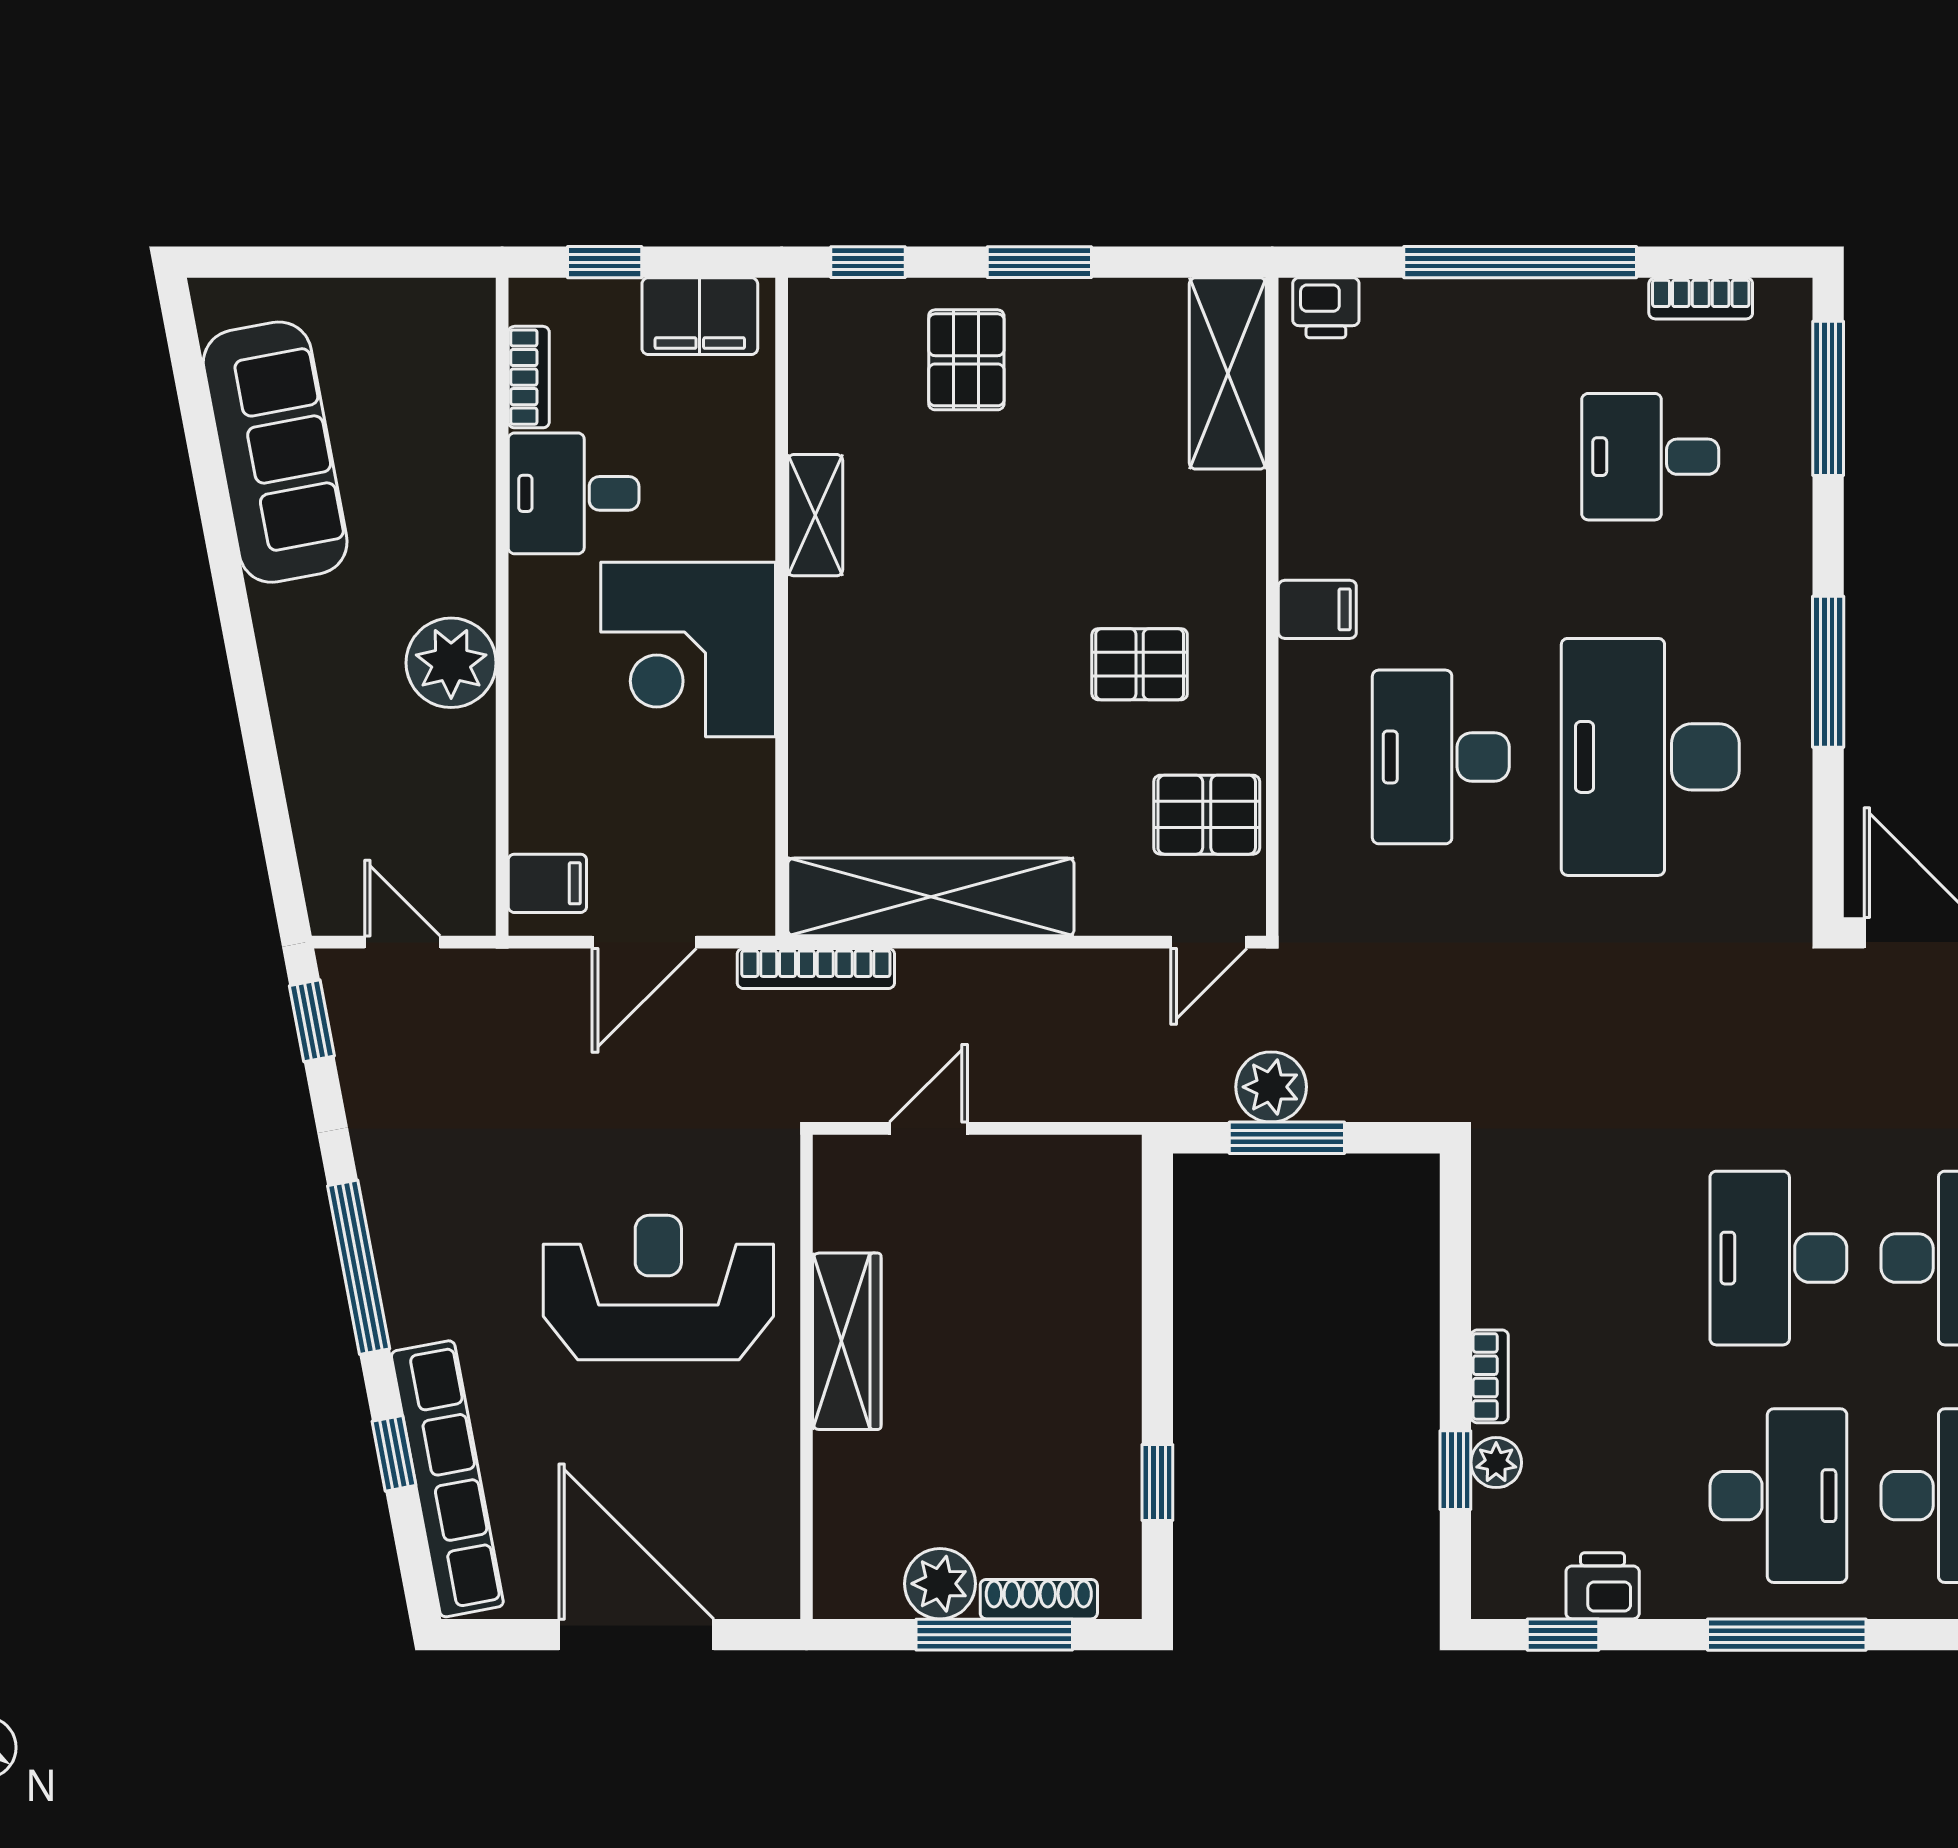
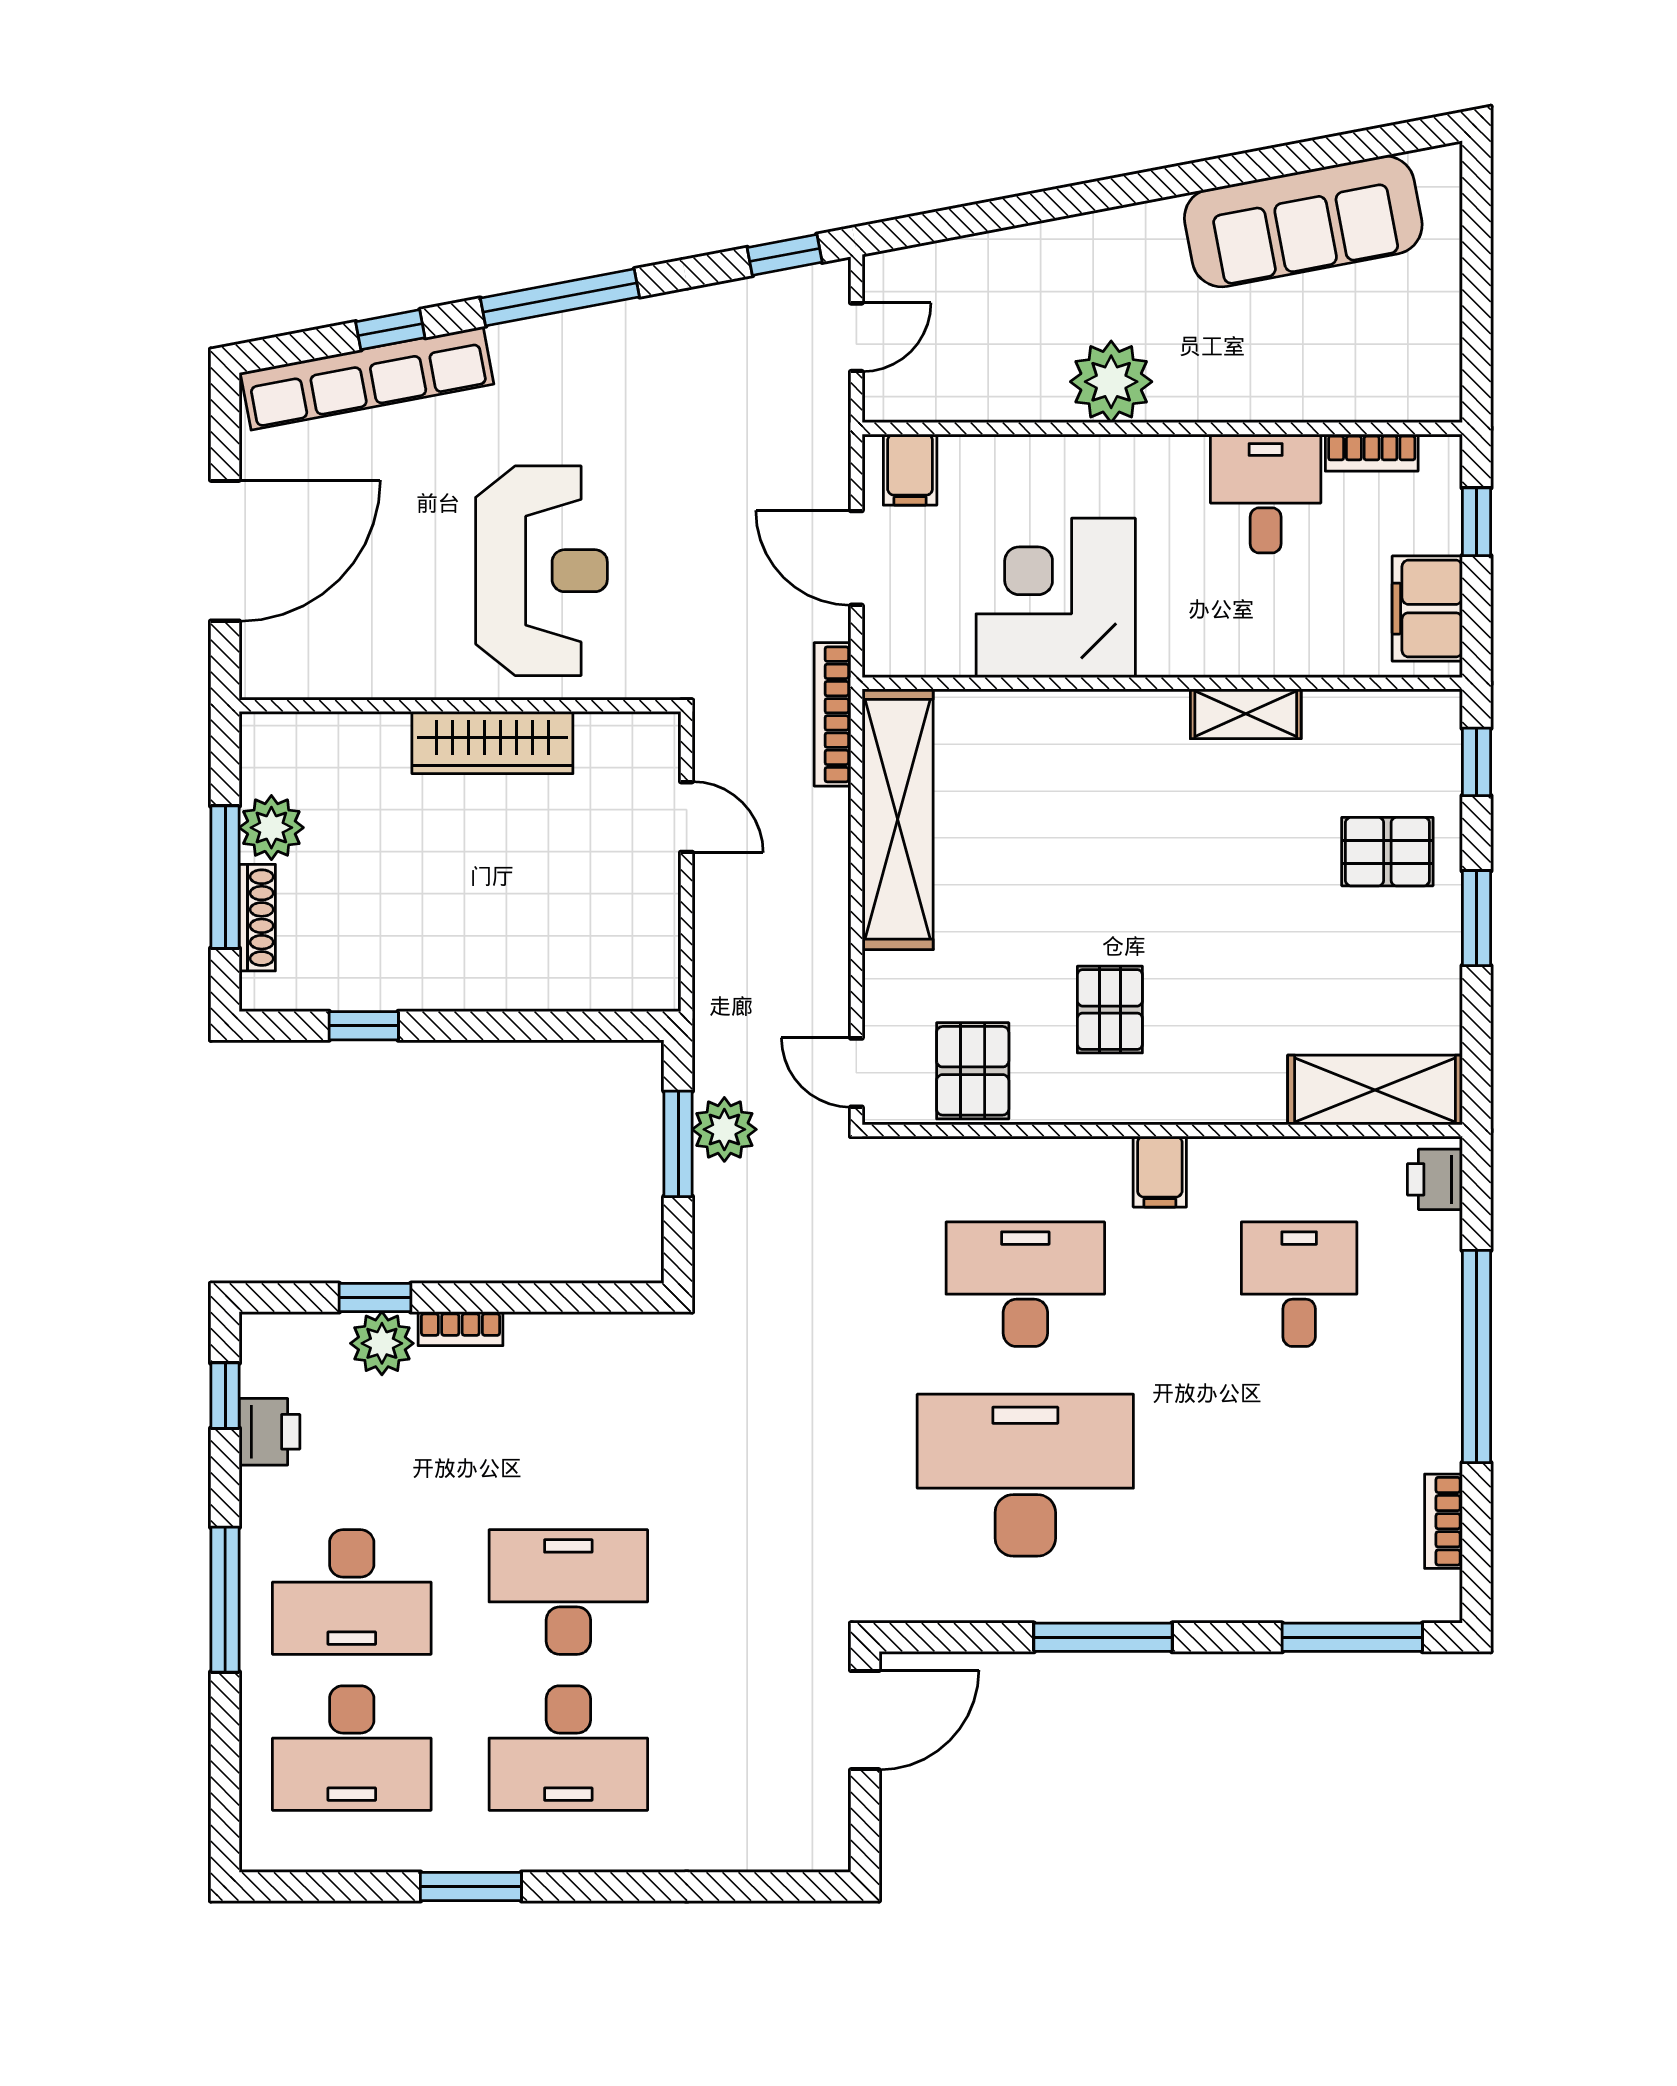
desk: (1650, 457) -> (1299, 1284), moved
corner desk: (688, 650) -> (1056, 598), moved
plant: (1496, 1463) -> (382, 1343), width x1.38, depth x1.38

